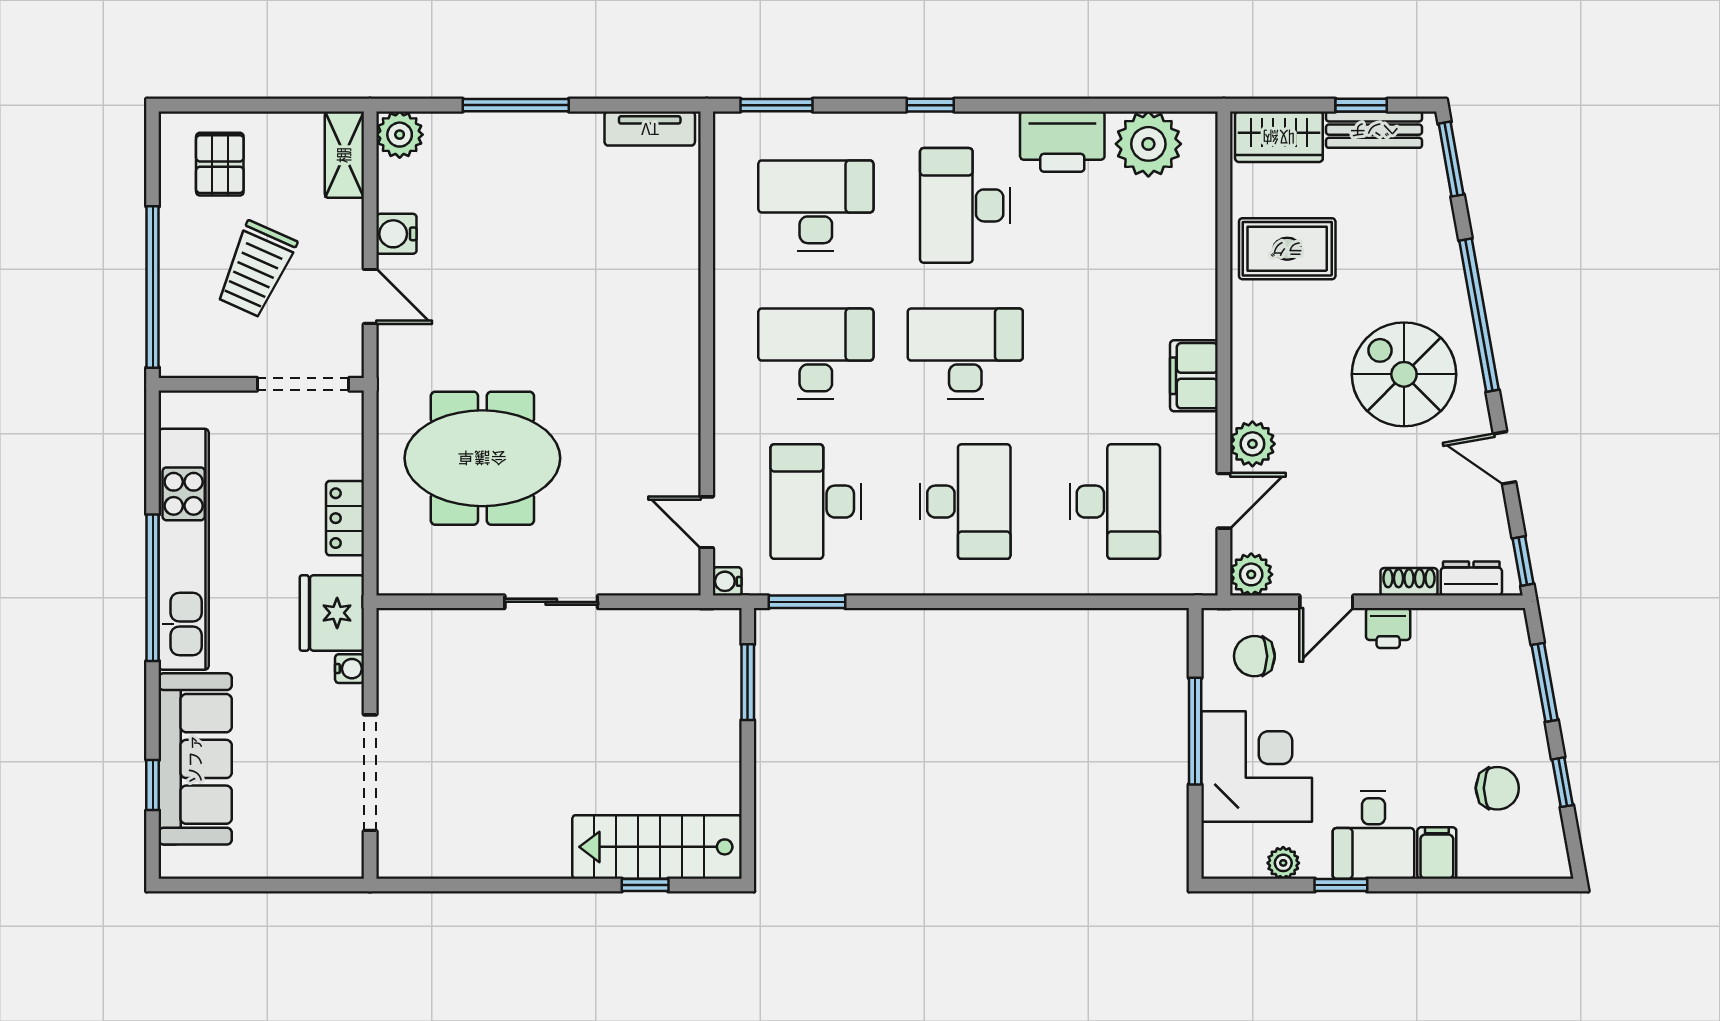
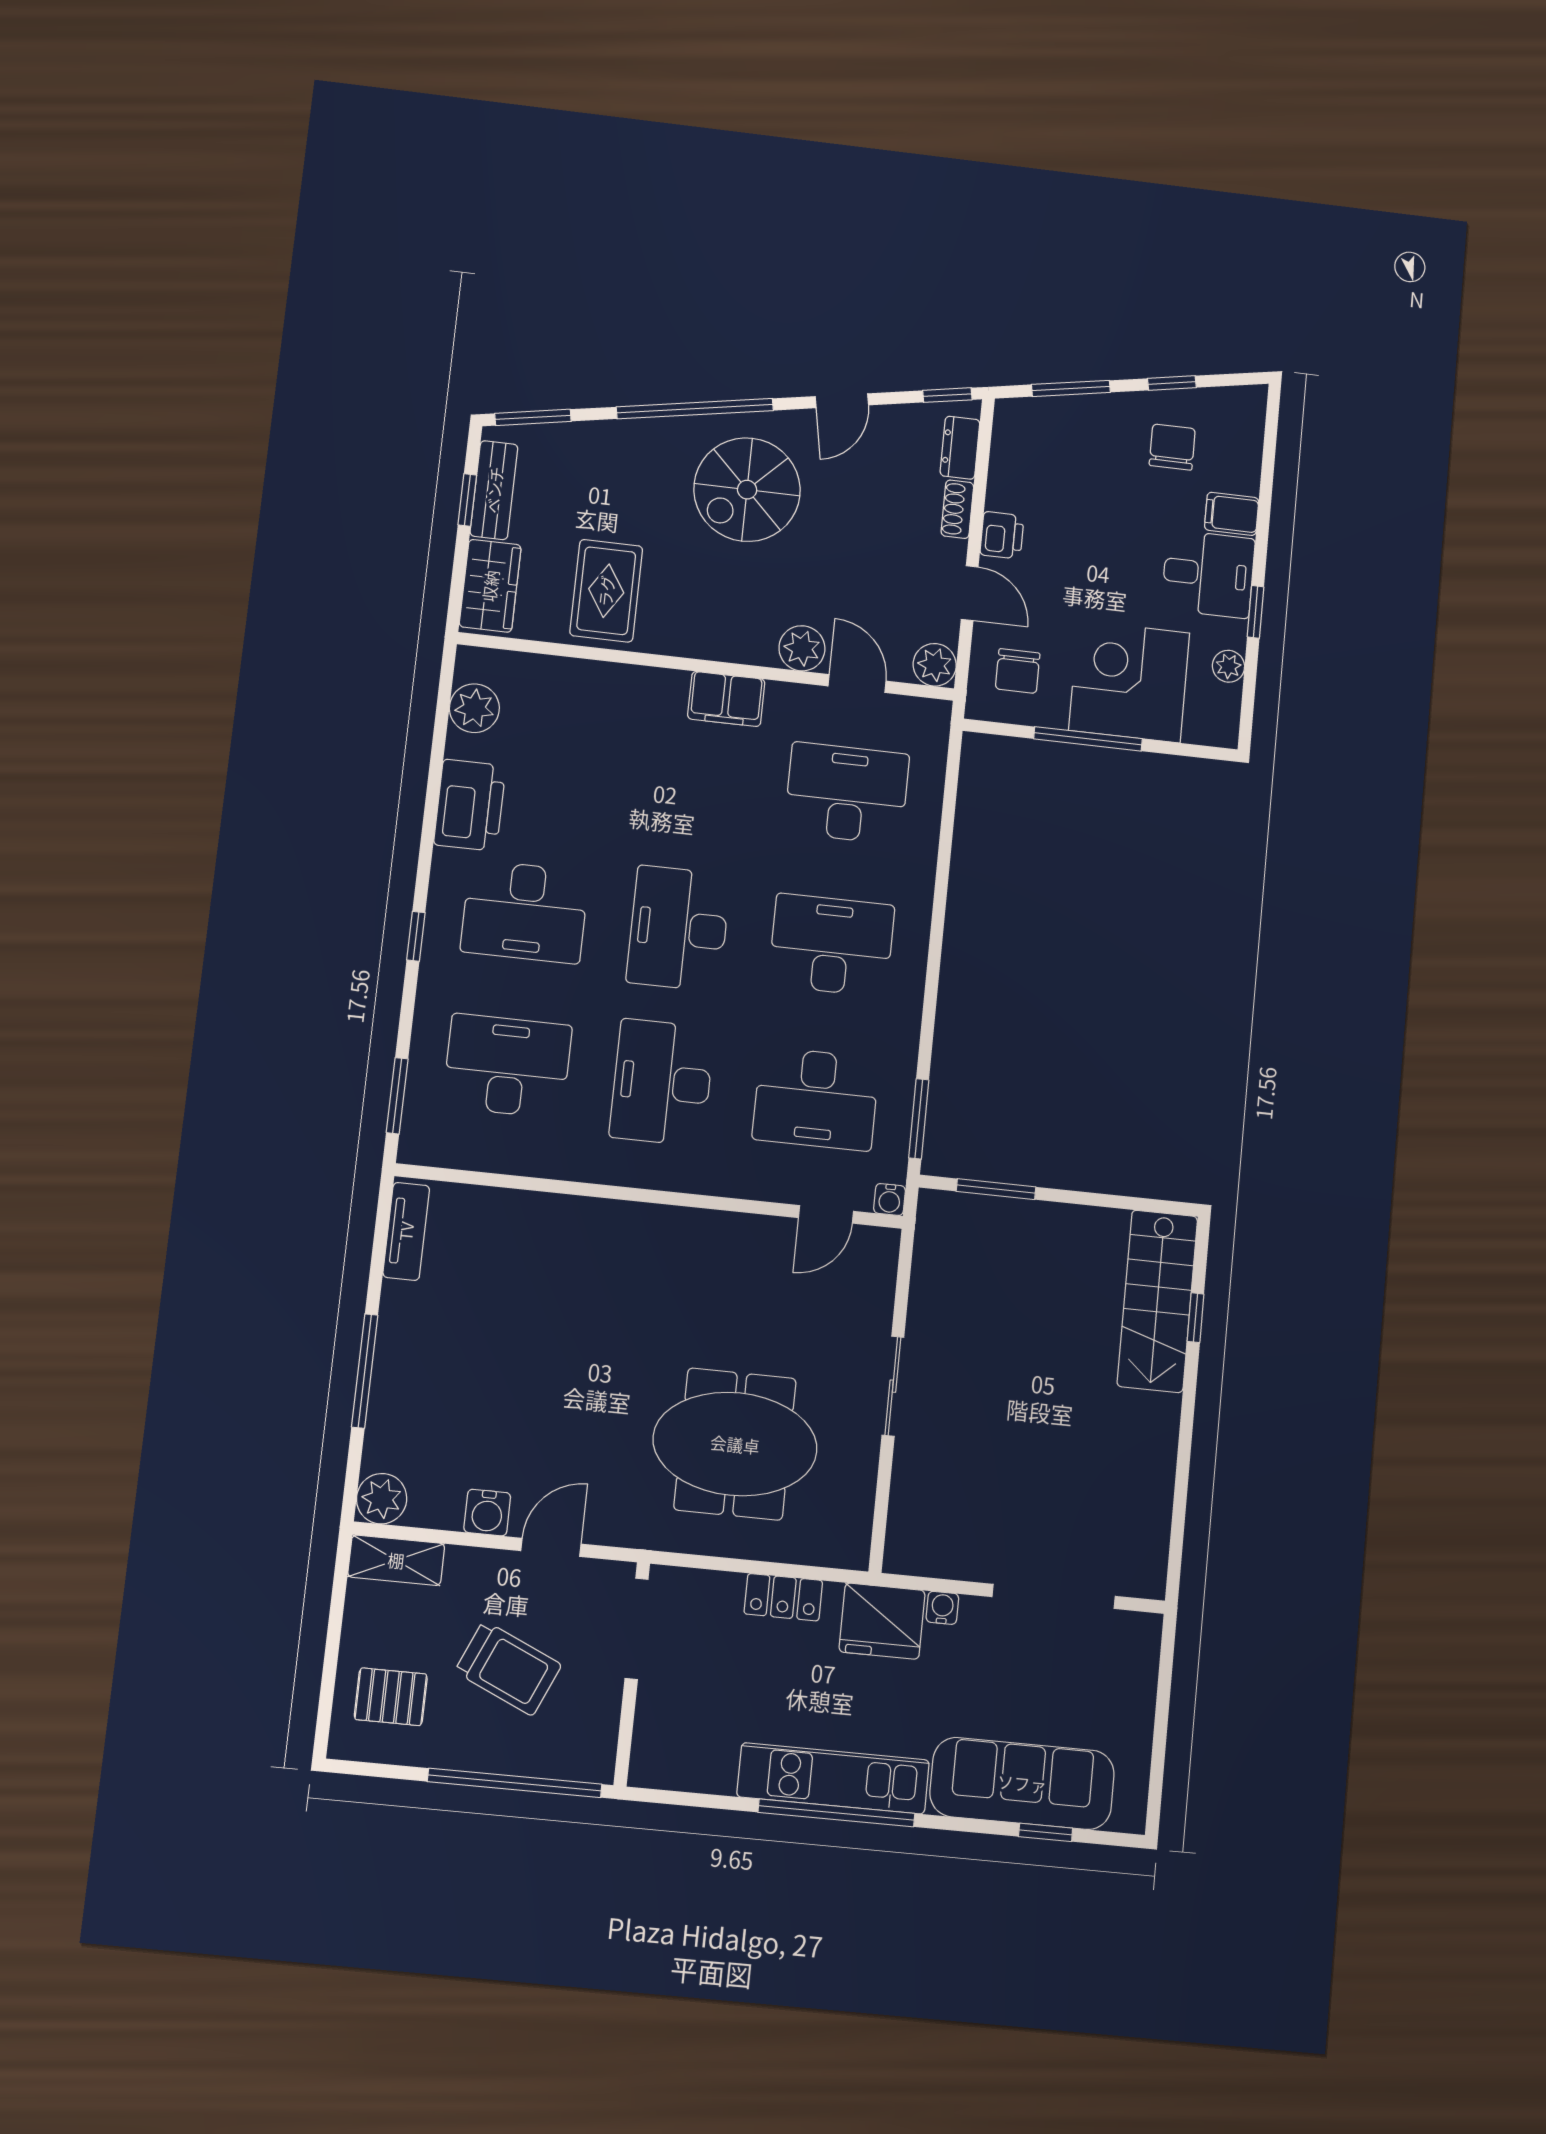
plant: (1148, 144) -> (474, 708), width x0.73, depth x0.73
desk: (816, 205) -> (507, 1066), turned 90
meeting table: (482, 458) -> (735, 1444), turned 90
kitchen unit: (184, 549) -> (833, 1778), width x0.73

